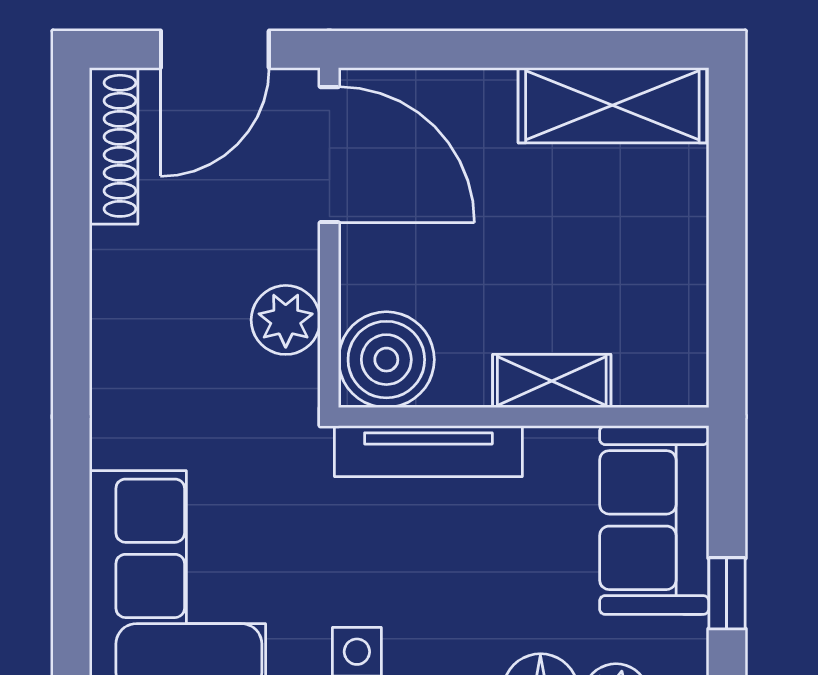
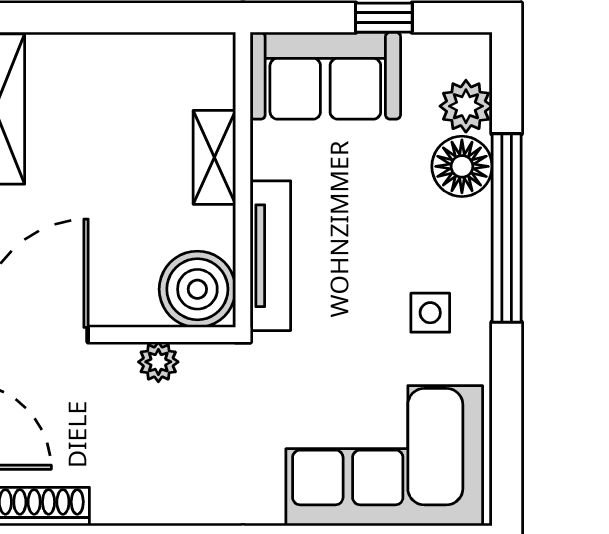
plant: (286, 320) -> (158, 362), width x0.73, depth x0.73

